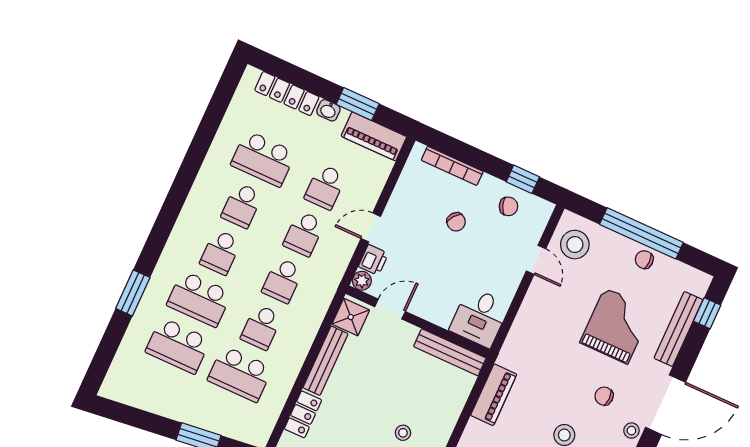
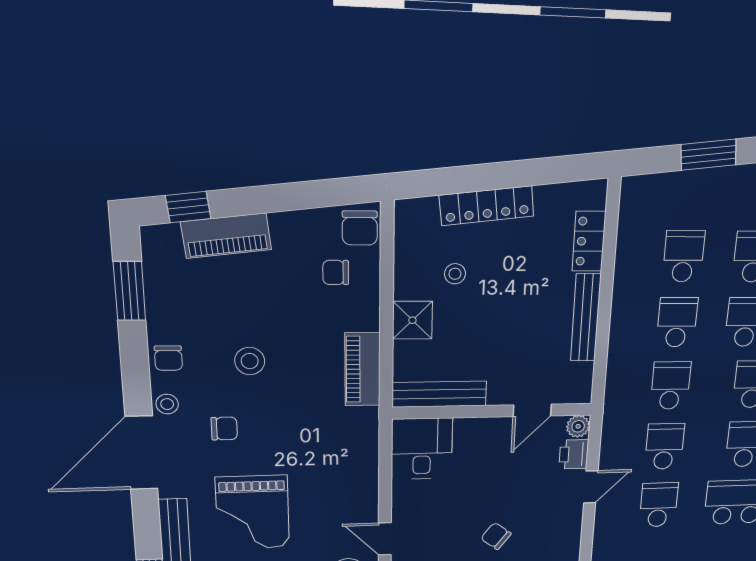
shower: (351, 317) -> (412, 320), moved
school desk: (240, 374) -> (684, 256), width x0.54

